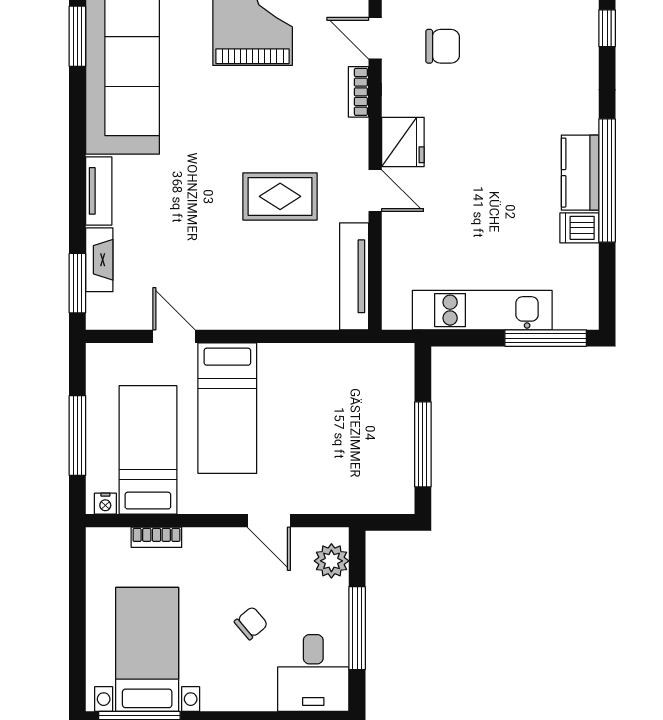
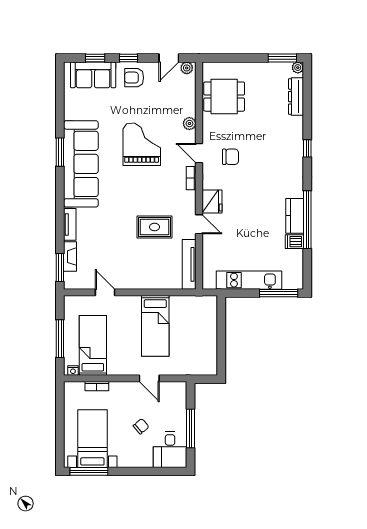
bed: (227, 408) -> (155, 326), moved
window: (423, 444) -> (221, 343), removed
plant: (331, 561) -> (179, 397), removed

